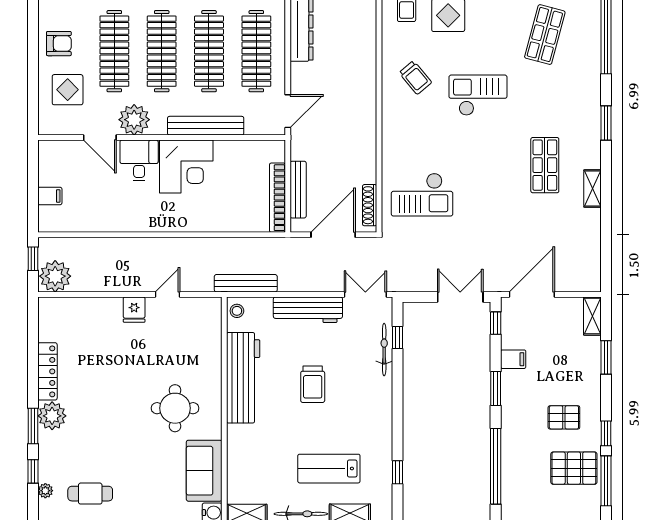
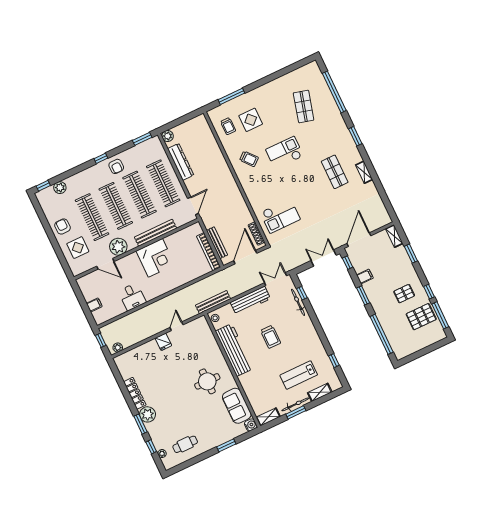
armchair: (59, 44) -> (62, 226), turned -90
desk: (139, 160) -> (132, 297), moved, turned 180
plant: (55, 276) -> (118, 348), width x0.53, depth x0.53

